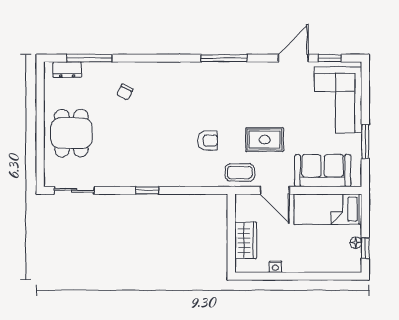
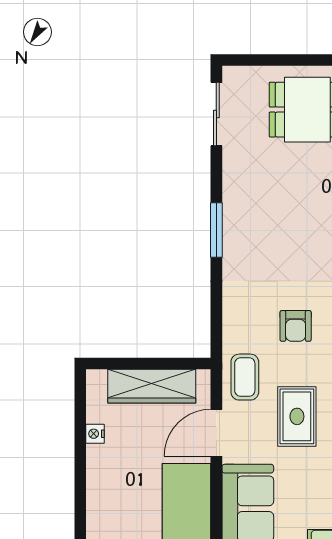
window: (147, 190) -> (216, 230), width x1.50
wardrobe: (246, 240) -> (152, 386), width x1.50

